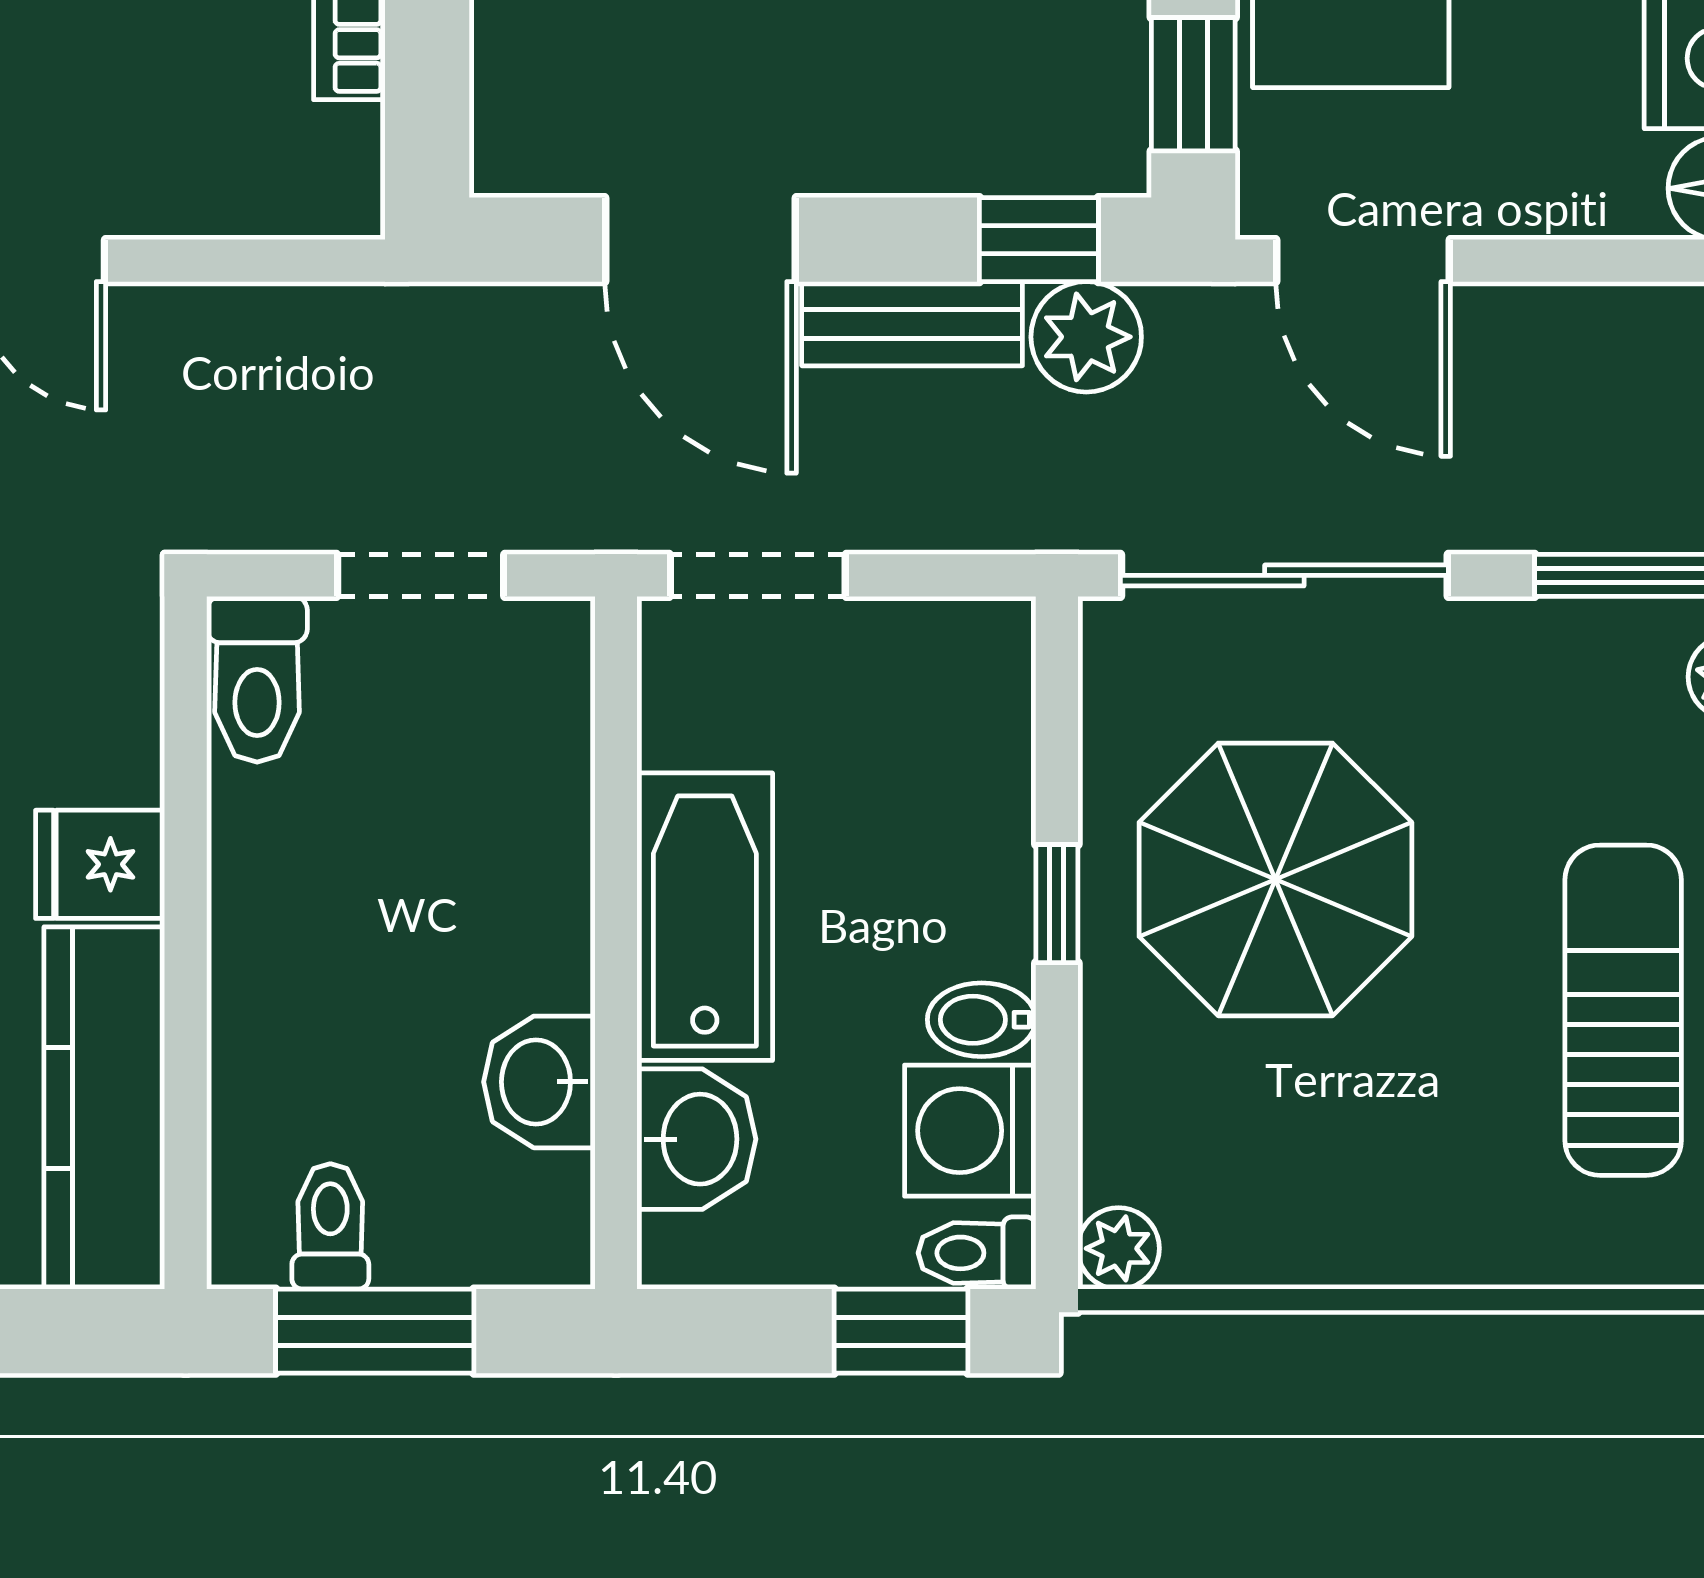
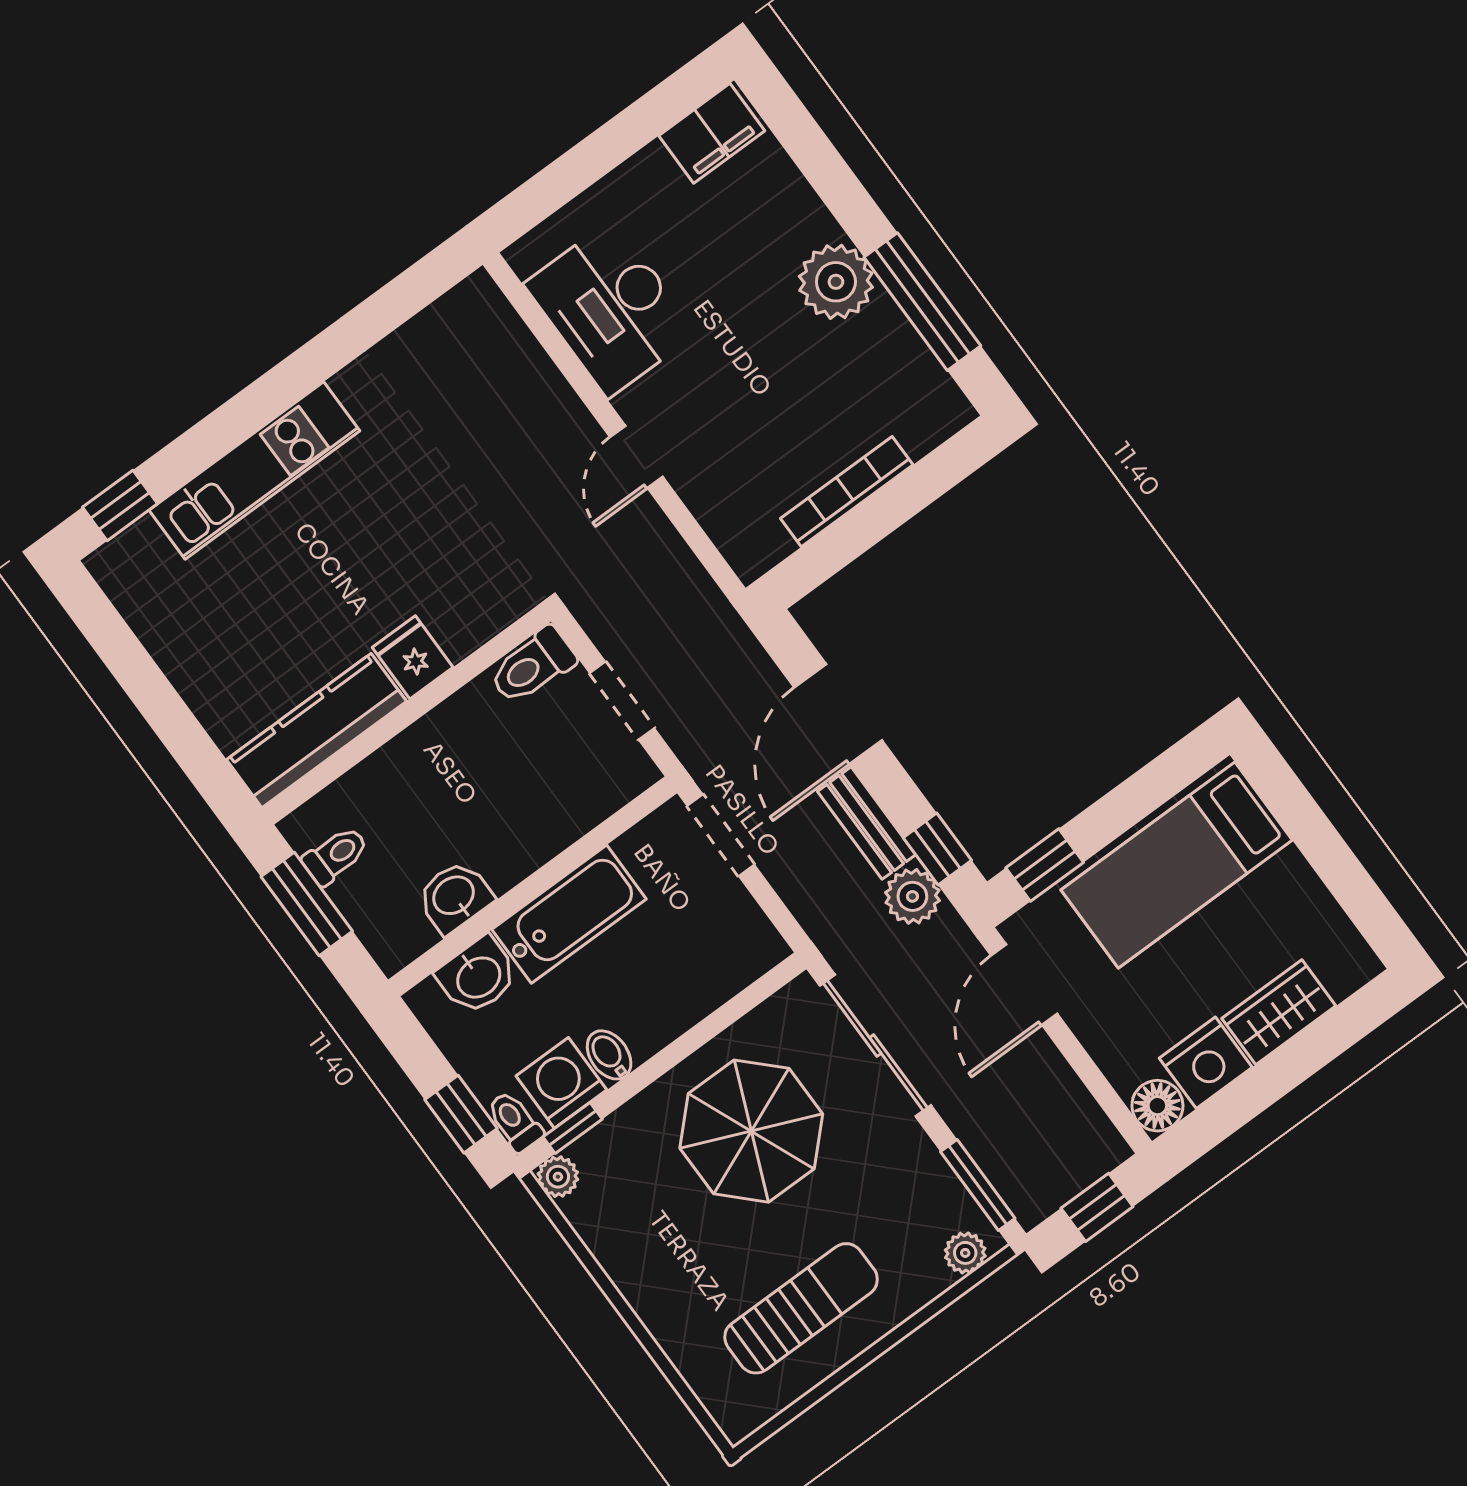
window: (1057, 904) -> (573, 1128), moved

